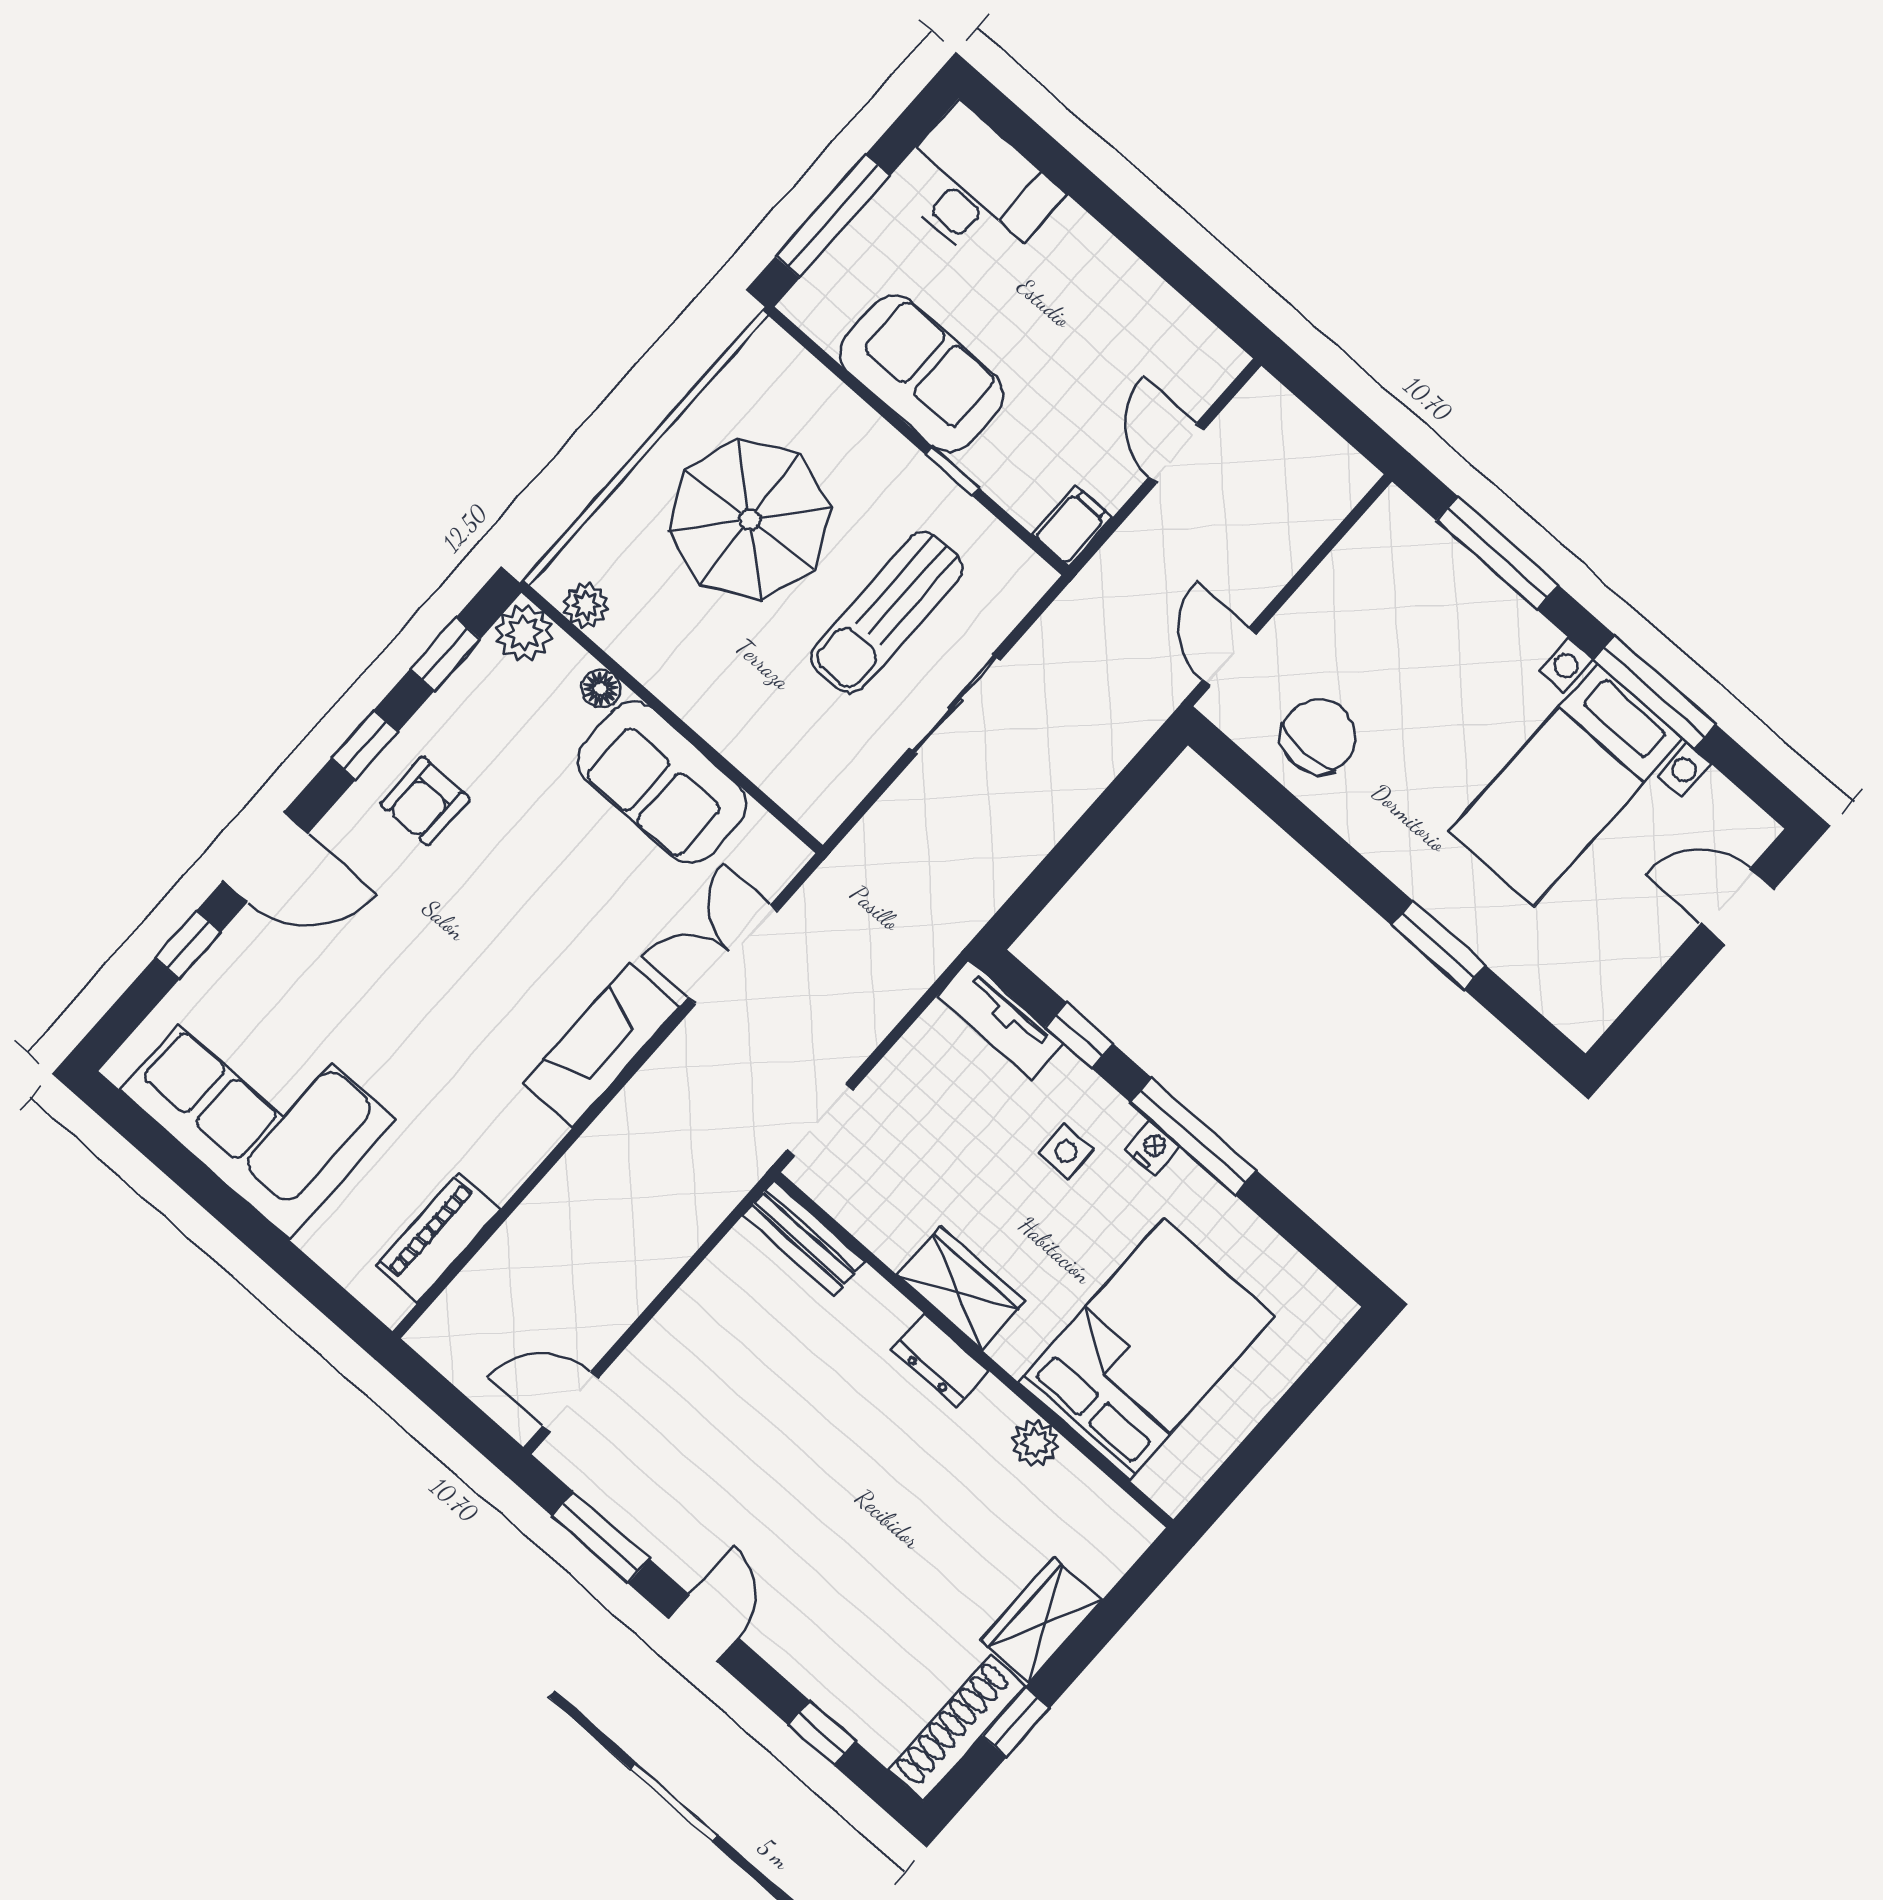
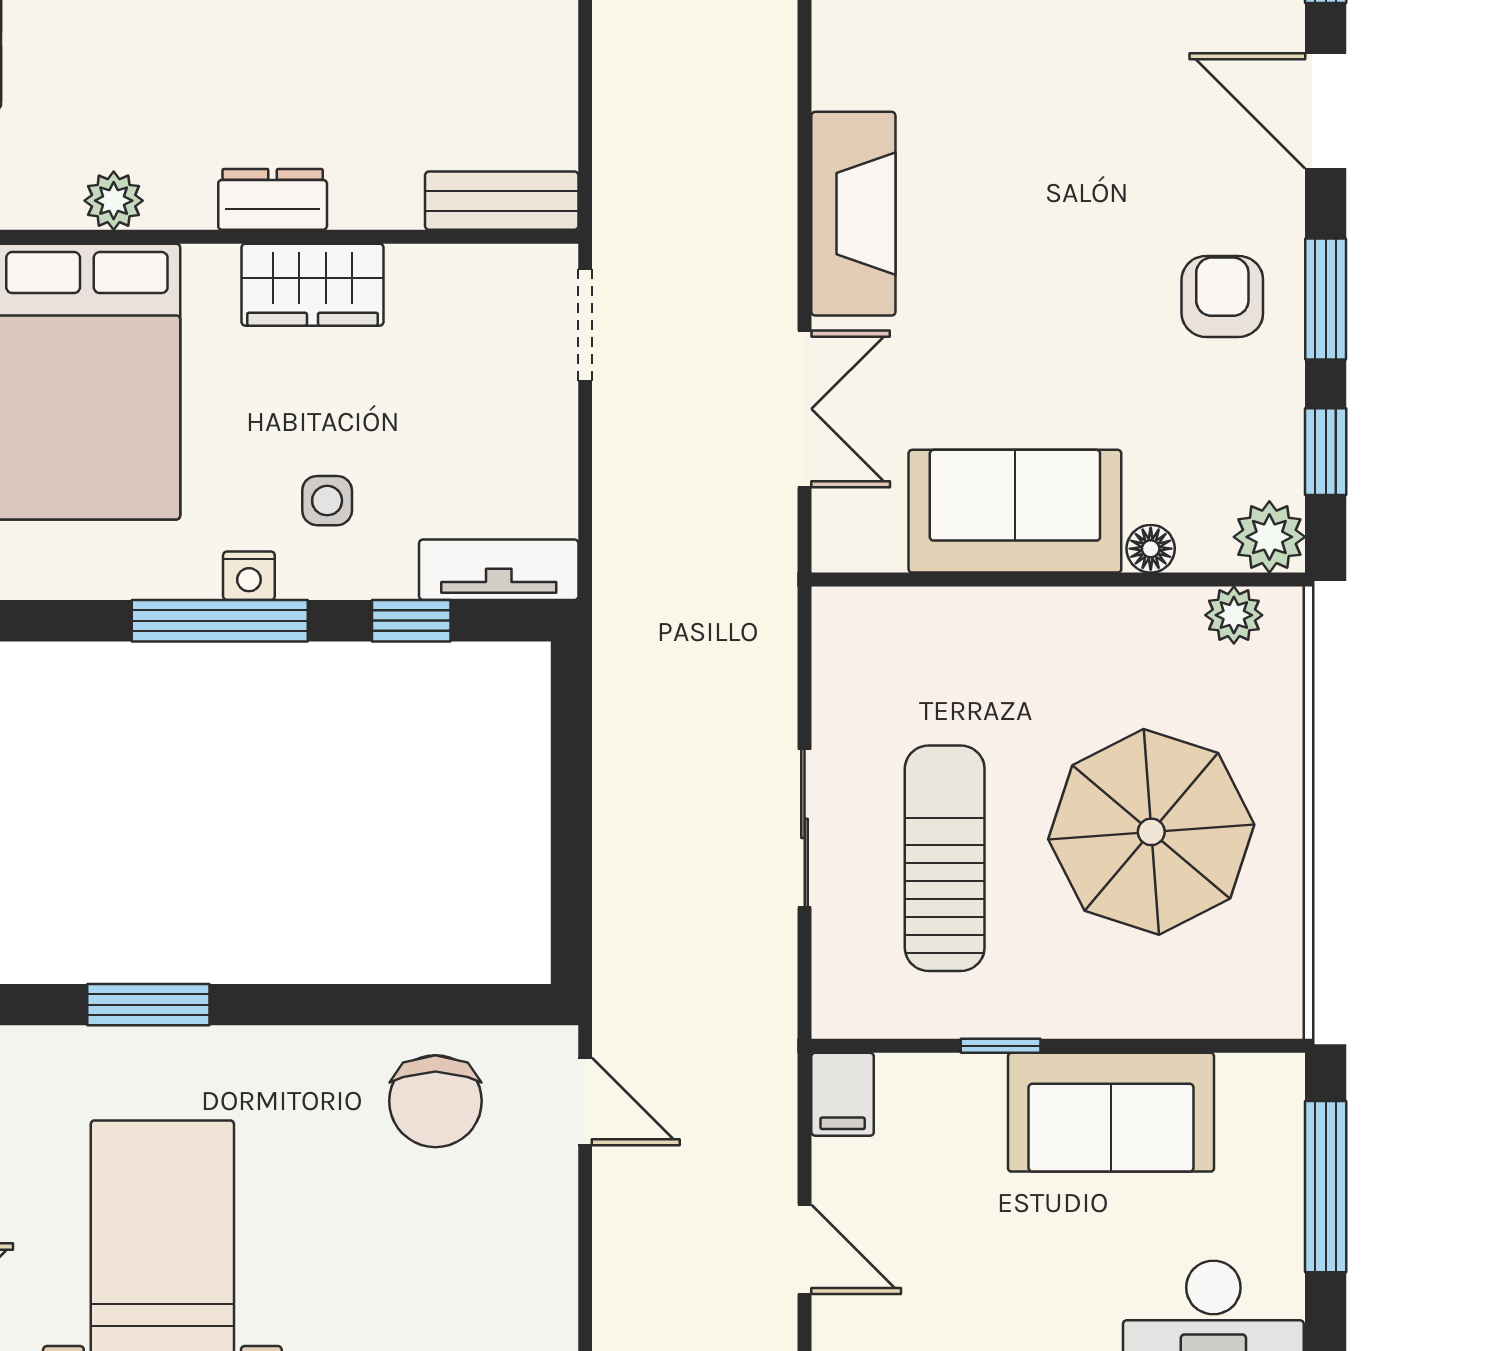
window: (365, 745) -> (1326, 299), width x1.50
door: (265, 857) -> (1326, 111), hinge flipped

